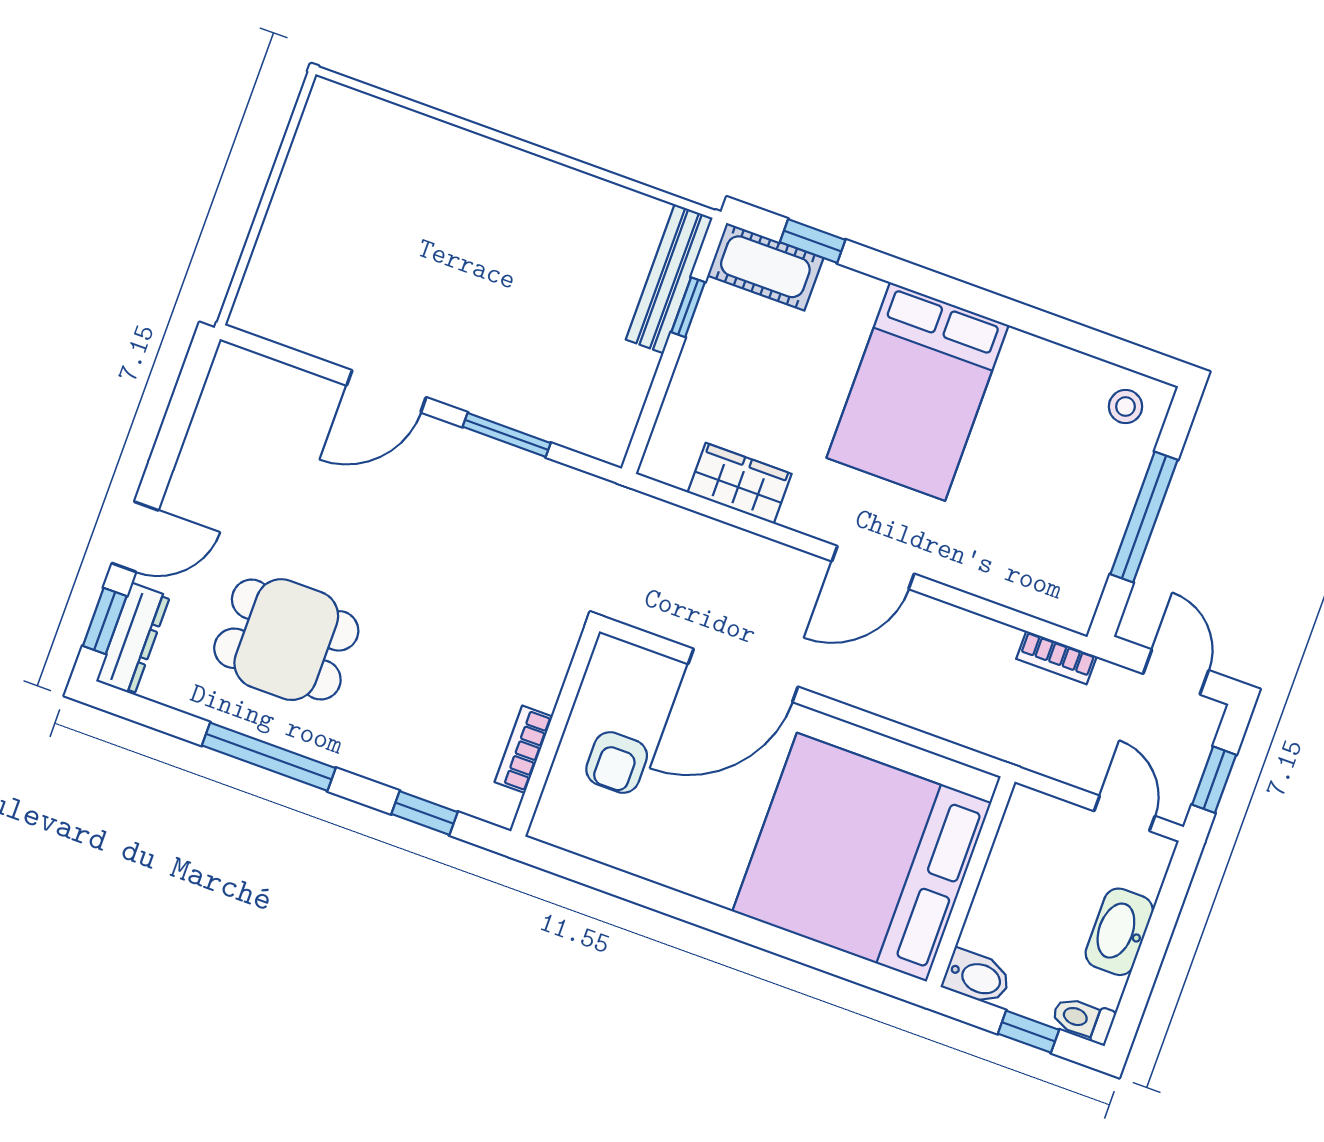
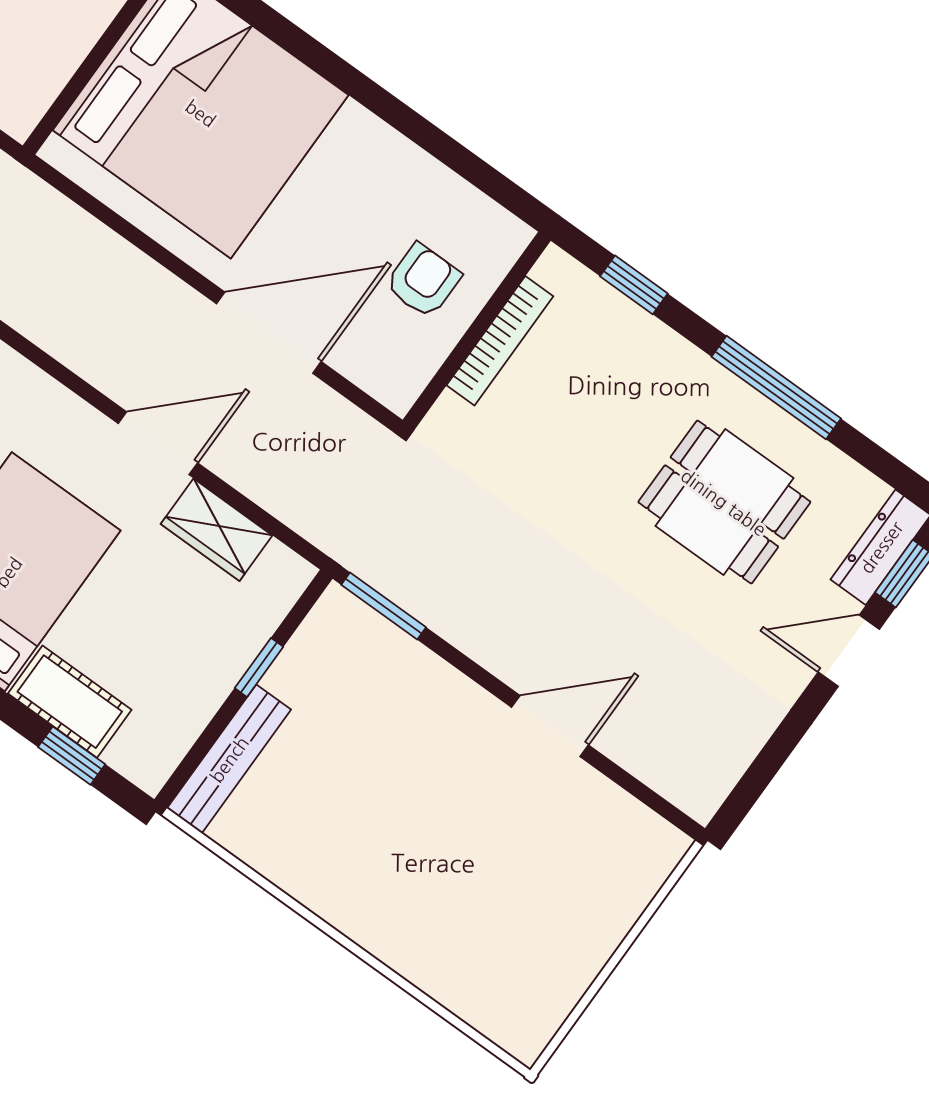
cot: (765, 267) -> (70, 702), moved
window: (688, 307) -> (259, 667), moved
window: (507, 435) -> (384, 606), moved
door: (873, 568) -> (158, 443), moved
bookcase: (524, 749) -> (500, 341), width x1.56

